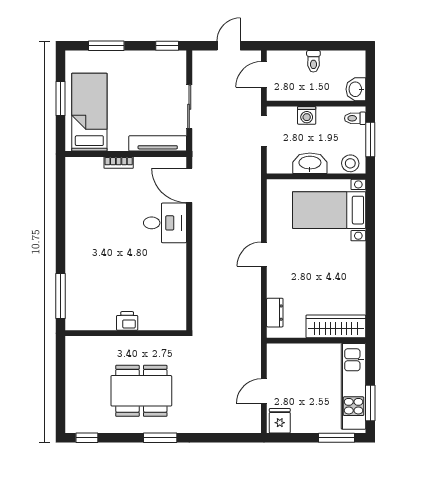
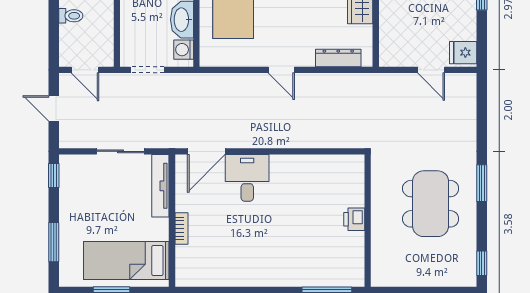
washing machine: (307, 115) -> (184, 50), moved, turned 180
dresser: (275, 313) -> (338, 58), width x1.44

